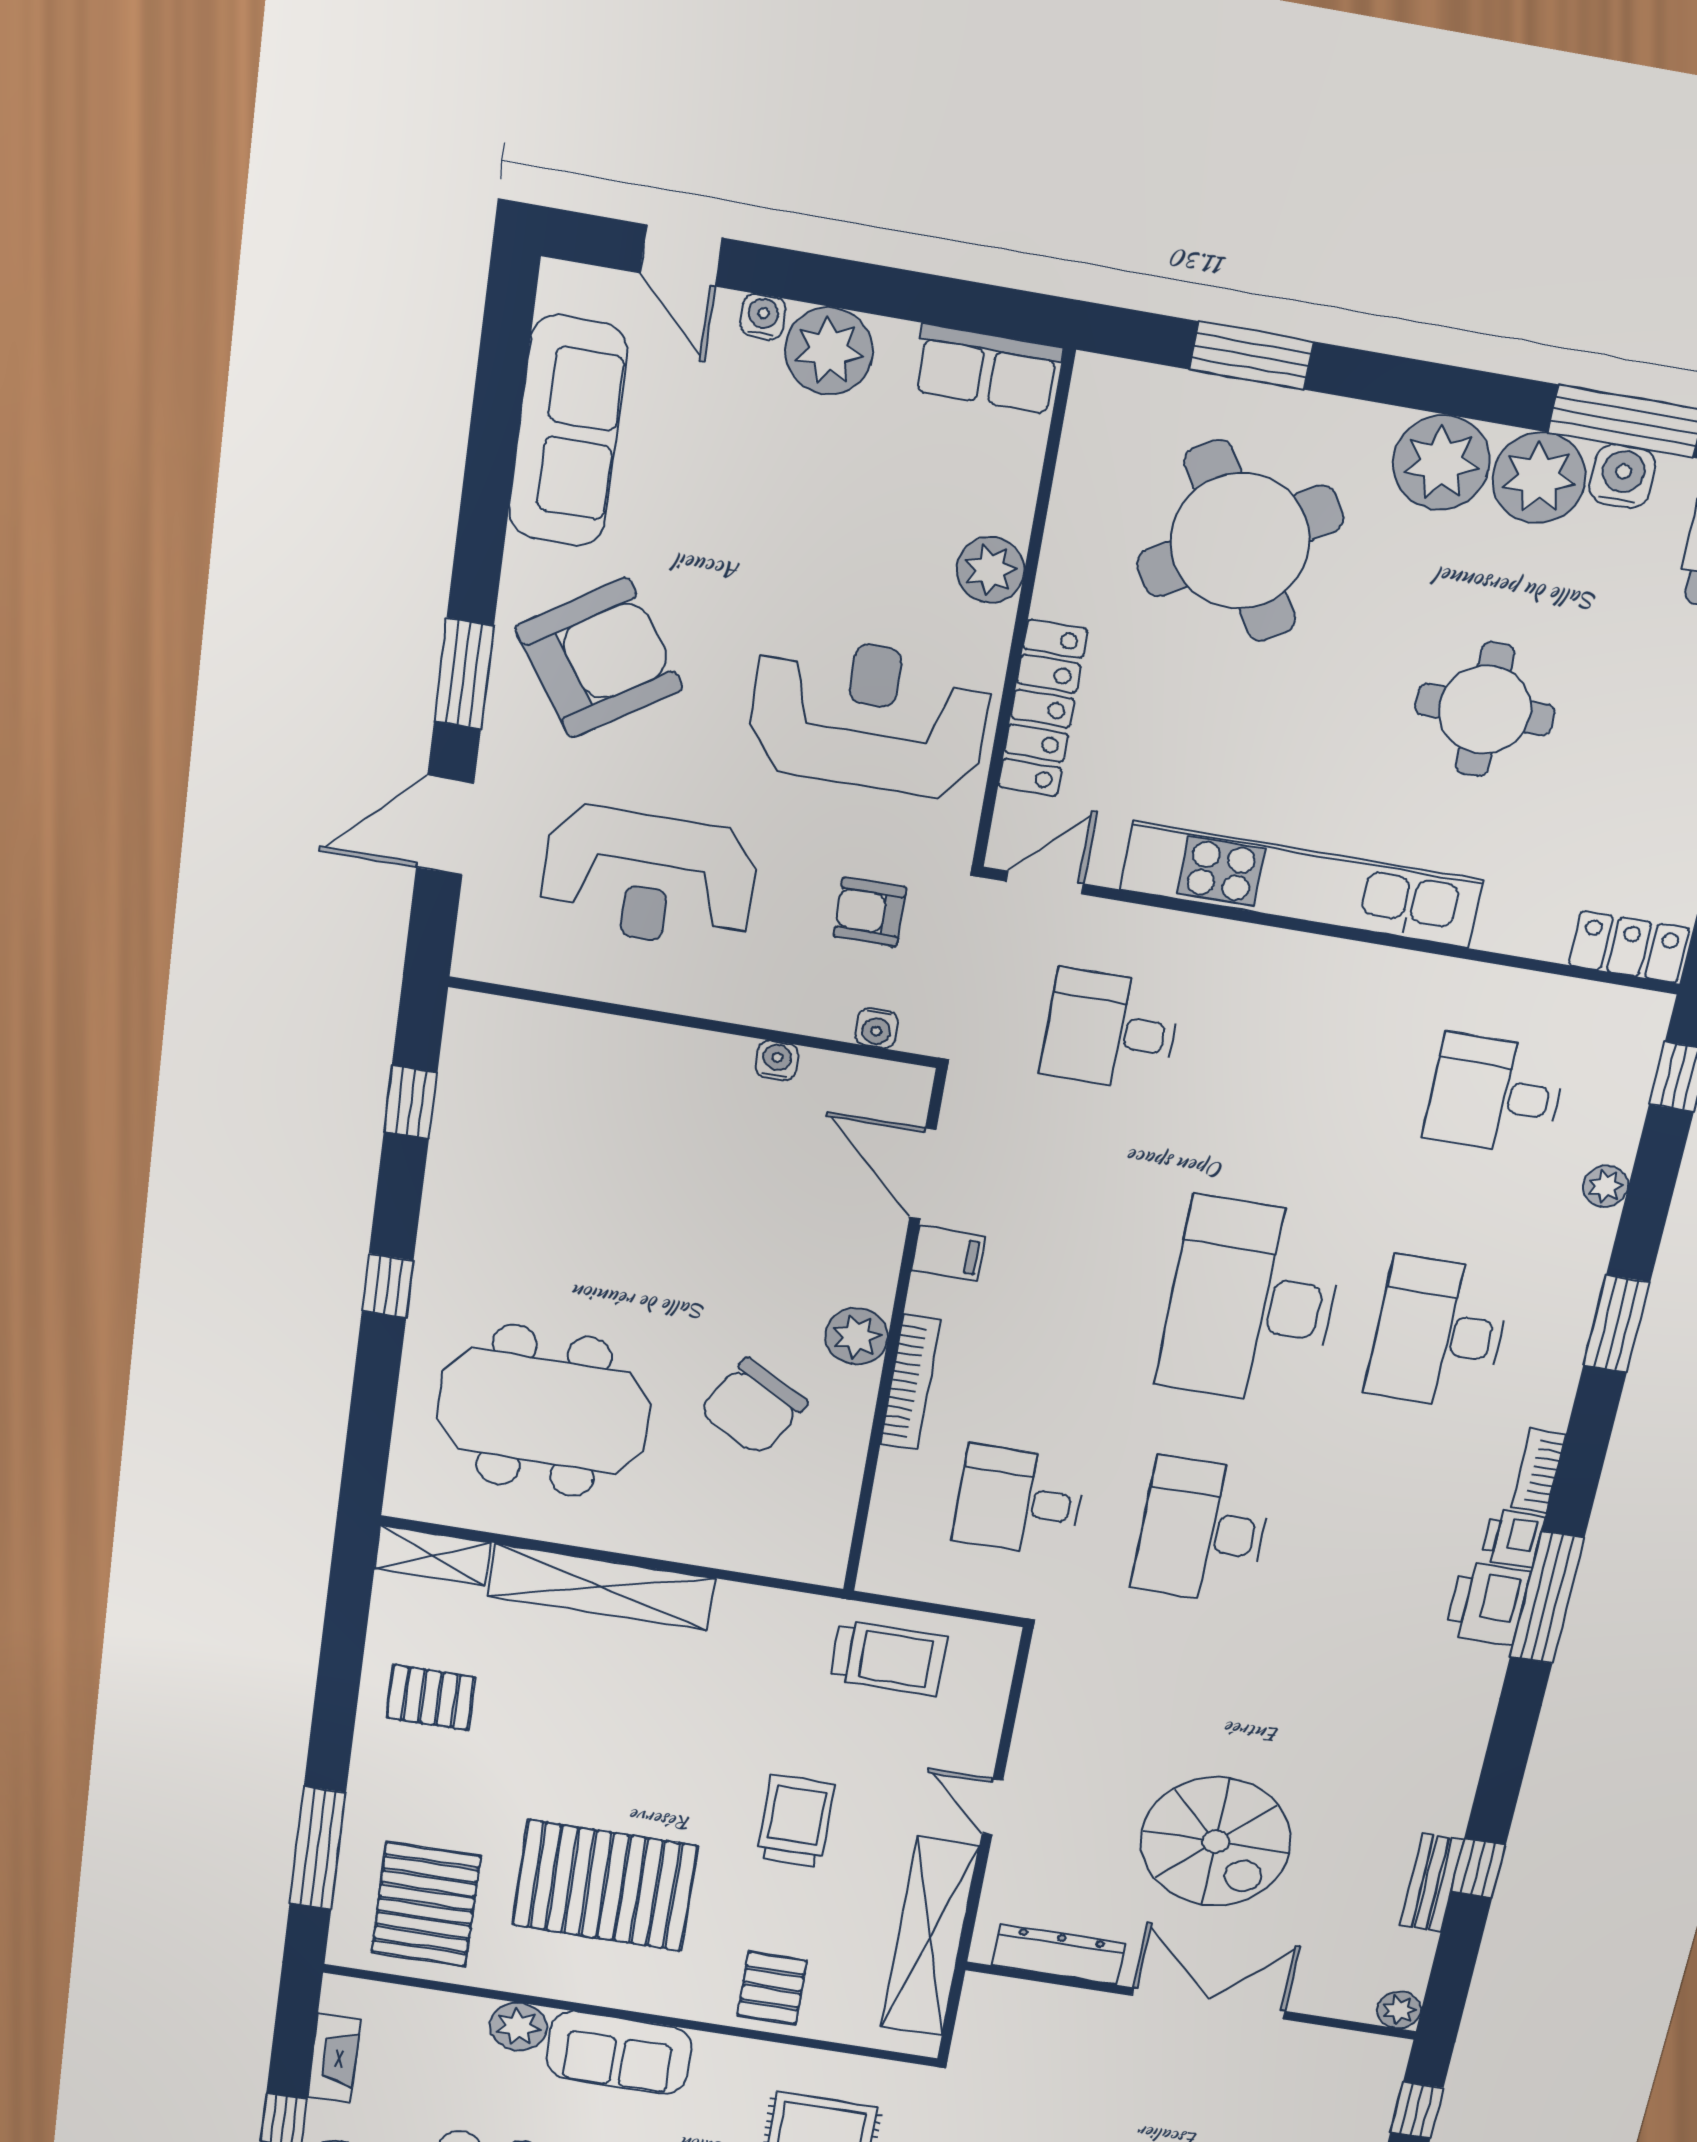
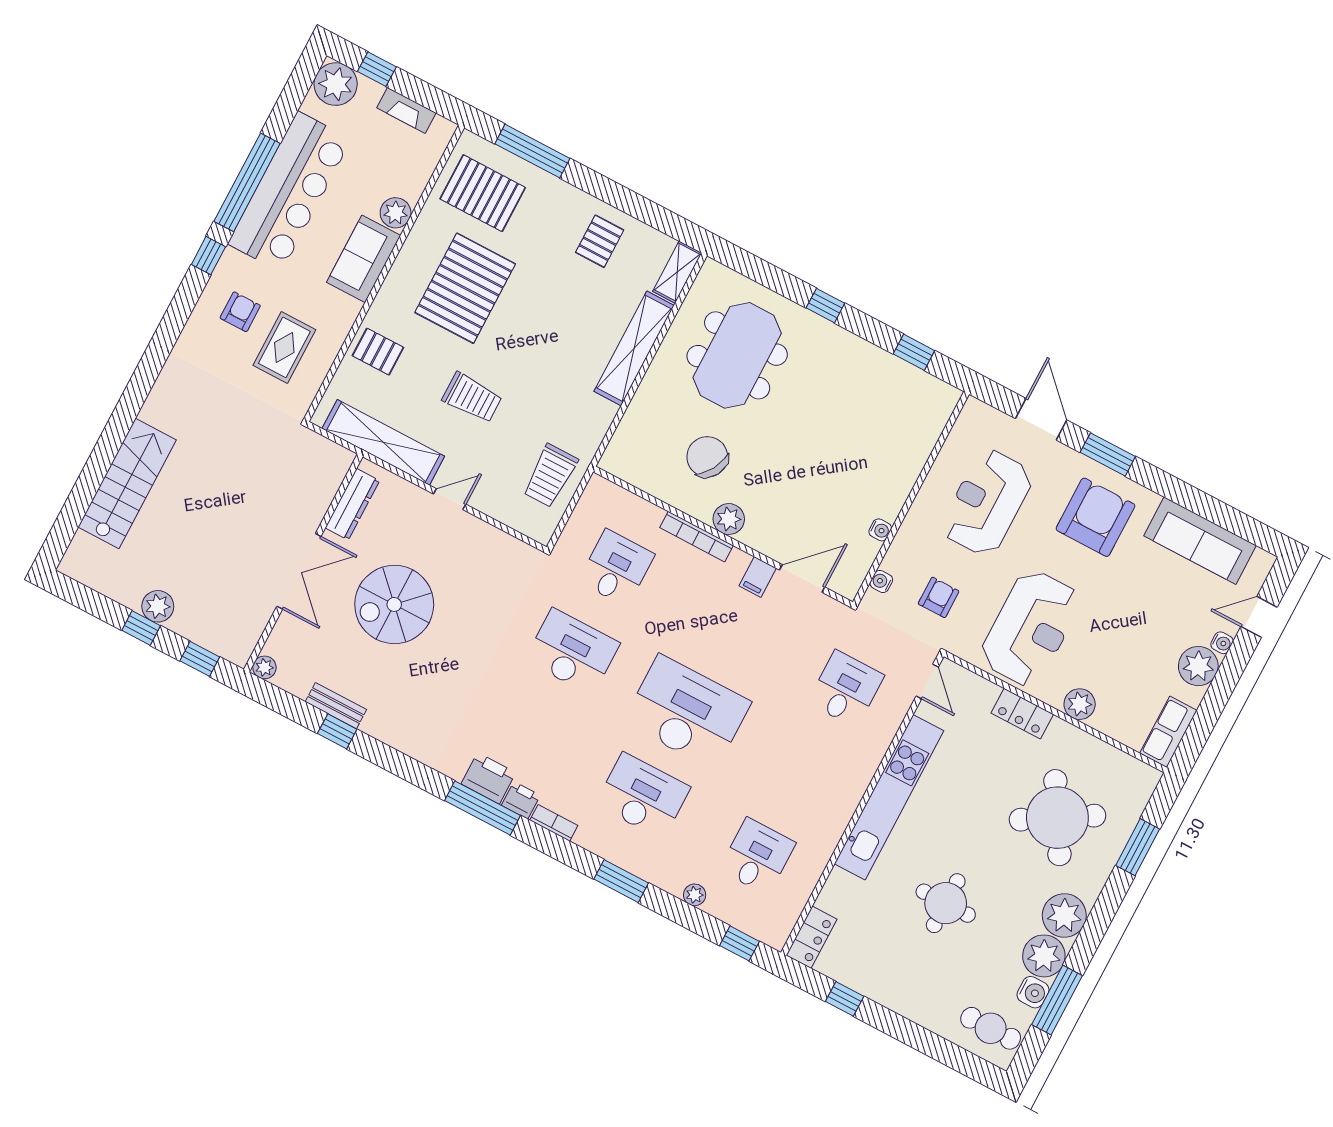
armchair: (599, 658) -> (1095, 517), turned -146
locker: (1043, 708) -> (1022, 714), width x0.66

